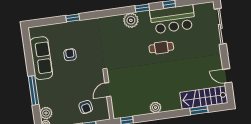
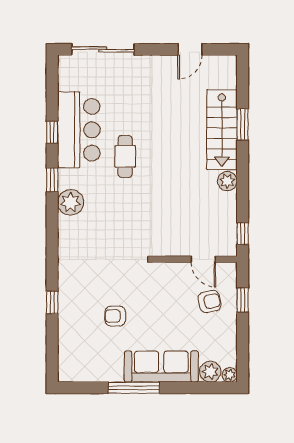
sofa: (41, 58) -> (161, 367), moved
window: (34, 90) -> (134, 388), moved
door: (108, 90) -> (203, 259), moved
stairs: (204, 98) -> (222, 130), moved
window: (199, 110) -> (243, 124), moved

